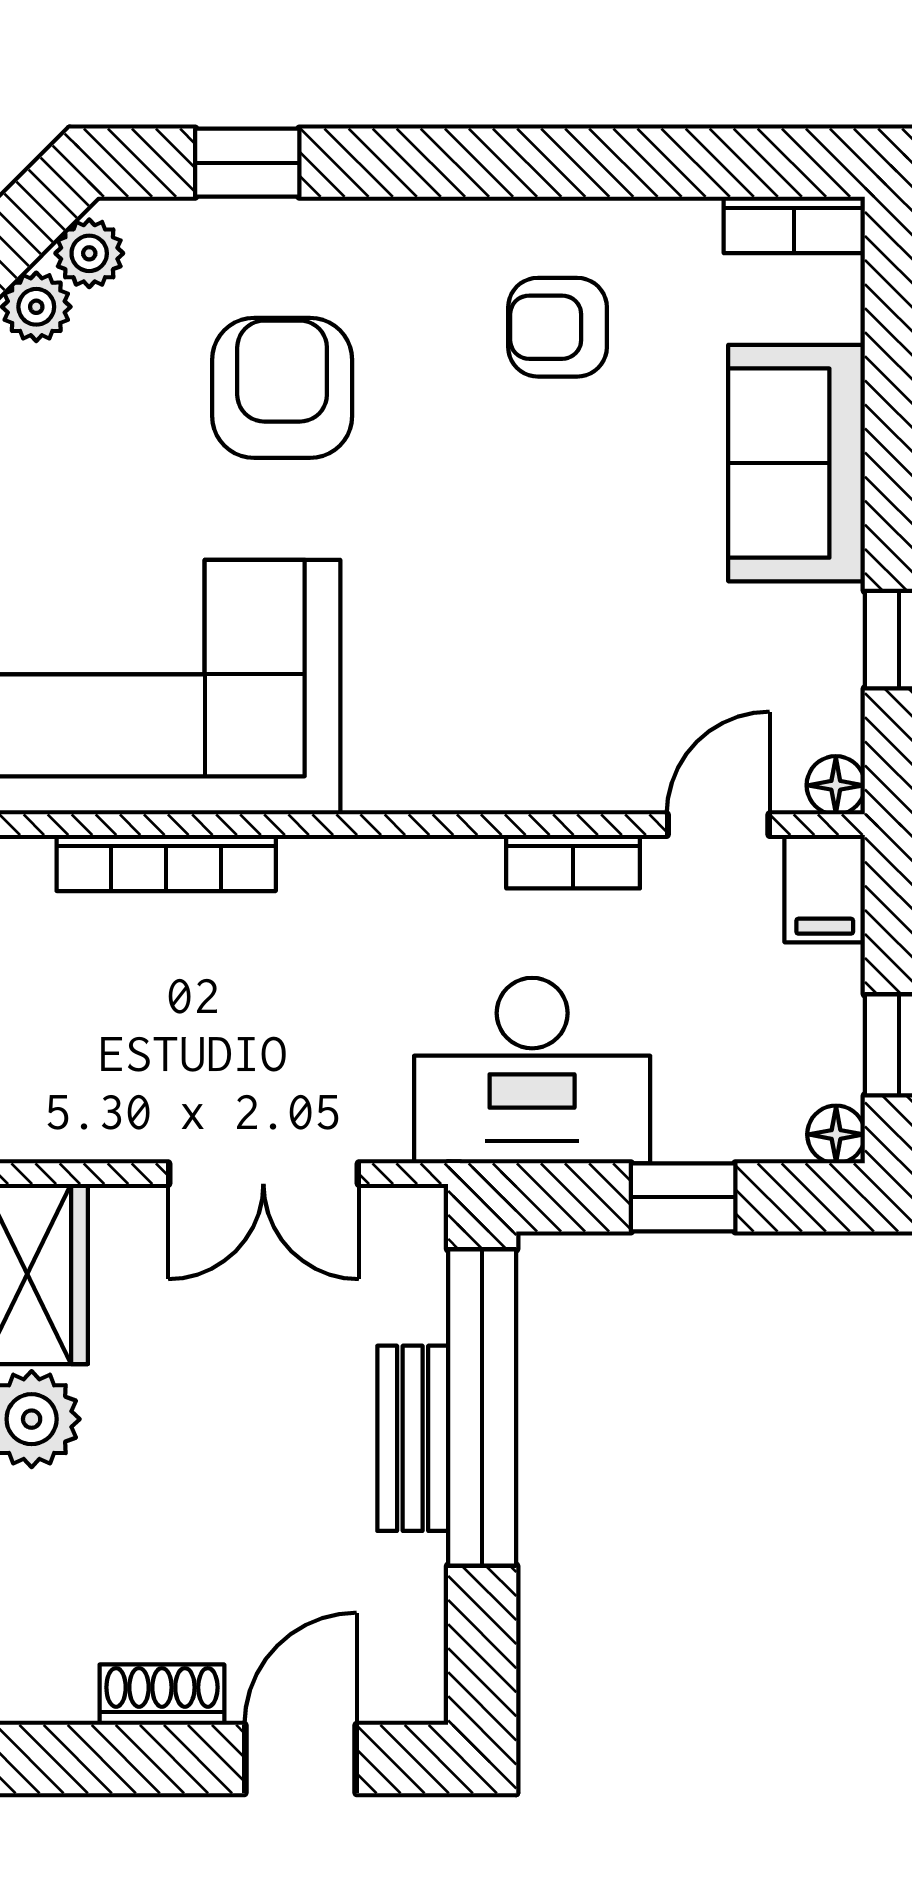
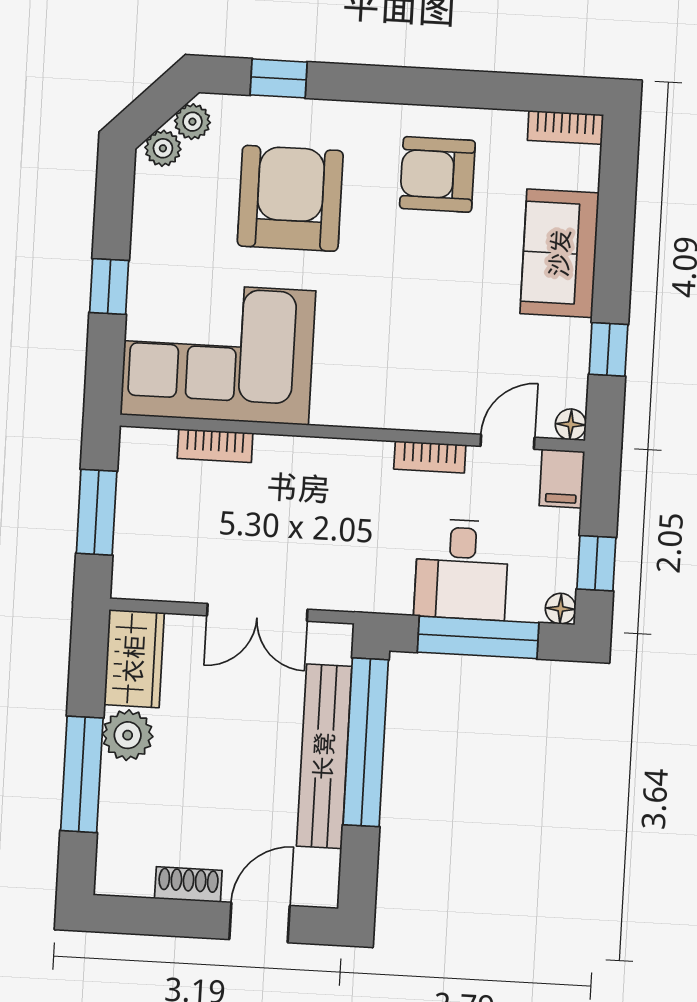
armchair: (558, 327) -> (437, 174), width x1.38, depth x1.38
armchair: (282, 388) -> (290, 198), width x1.36, depth x1.36
bookcase: (166, 863) -> (215, 446), width x0.64
desk: (532, 1071) -> (462, 569), moved, width x0.73
window: (683, 1197) -> (478, 637), width x2.17
bench: (413, 1438) -> (324, 756), width x1.86, depth x1.21

